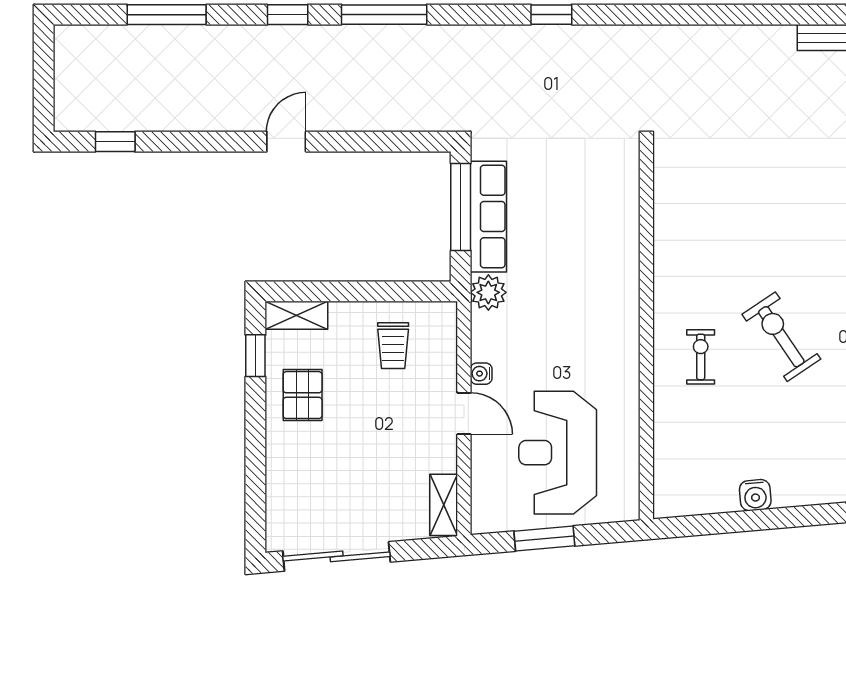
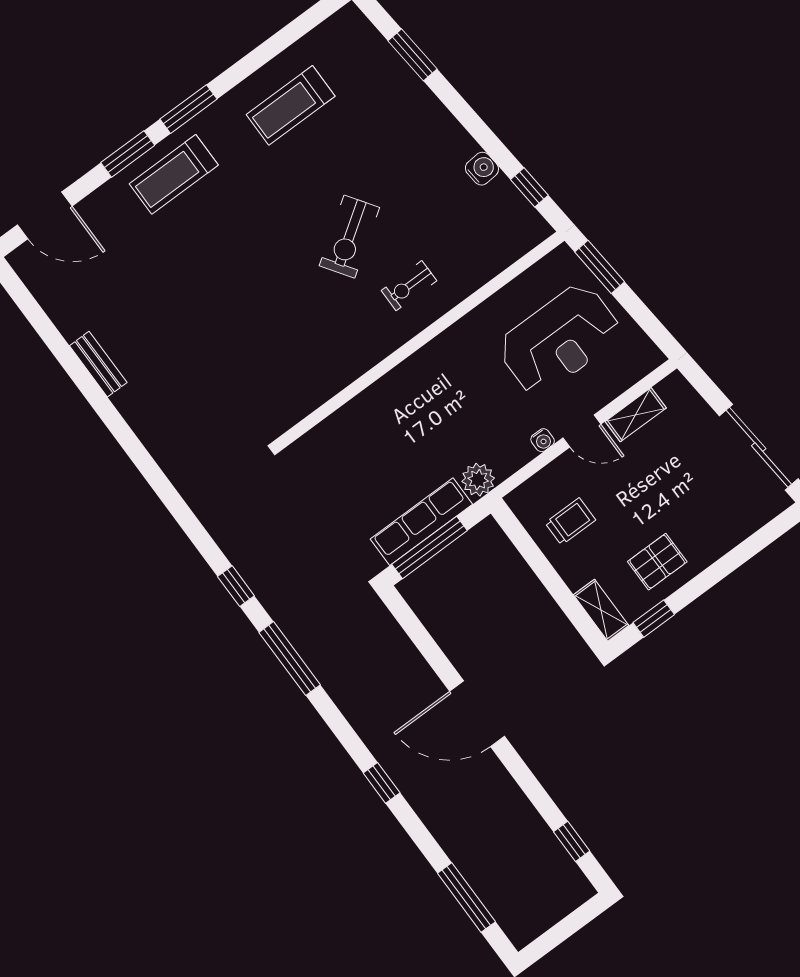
window: (167, 15) -> (466, 898), moved
window: (384, 15) -> (290, 659), moved
door: (286, 142) -> (477, 714), width x1.88
door: (464, 413) -> (582, 431), swing flipped
shelving: (444, 505) -> (636, 415), moved
window: (709, 524) -> (529, 187), added
window: (544, 538) -> (600, 267), moved

